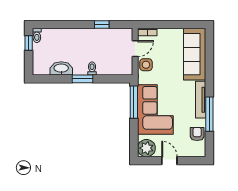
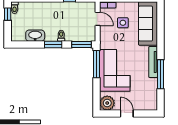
door: (135, 49) -> (98, 19), hinge flipped
side table: (146, 65) -> (123, 23), moved
window: (116, 79) -> (82, 44), added
armchair: (197, 134) -> (150, 91), removed

